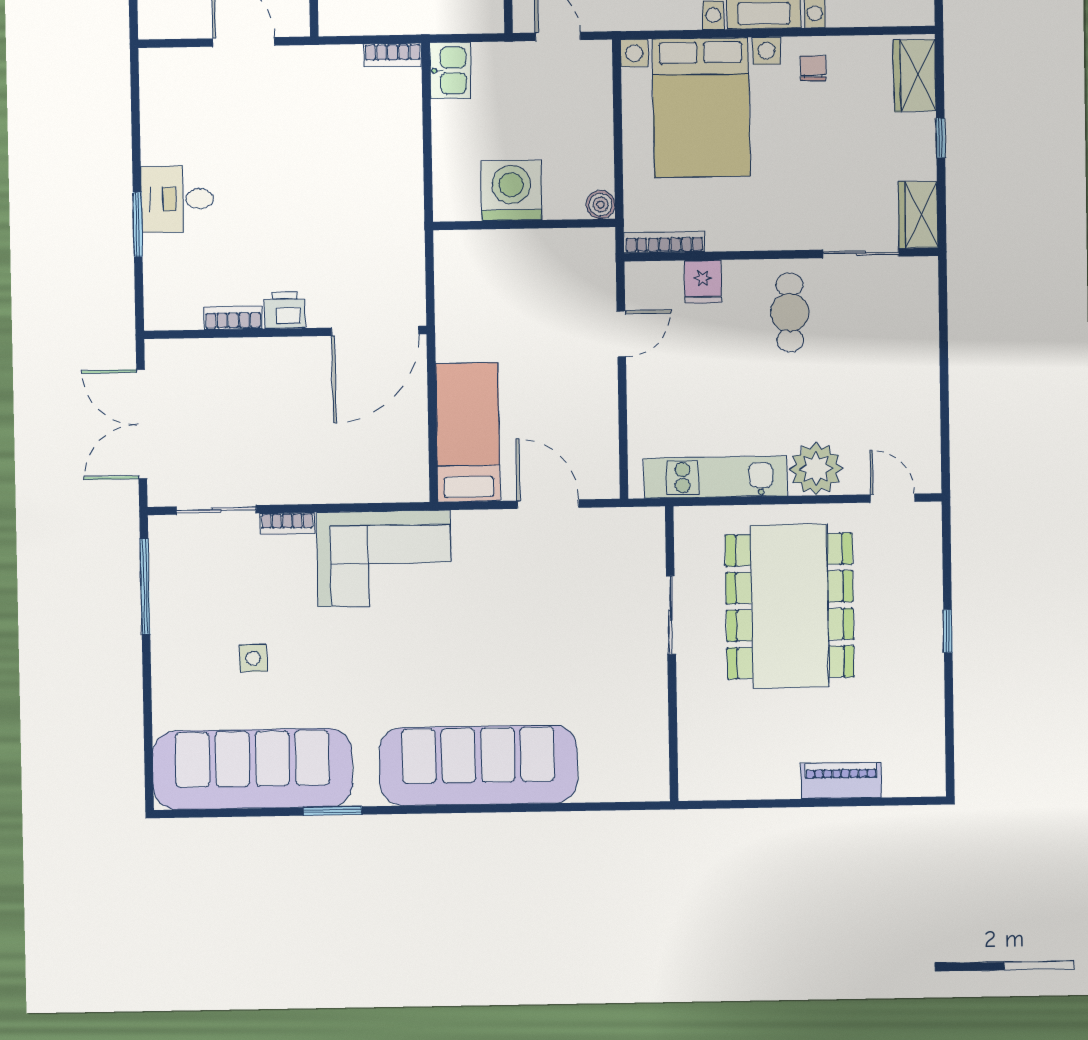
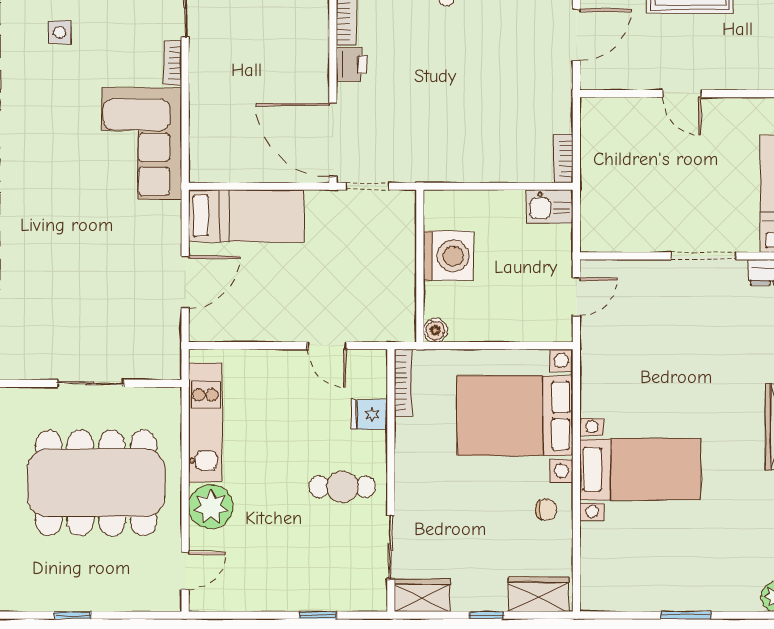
doorway: (430, 289) -> (367, 186), added
window: (944, 339) -> (318, 615), added

